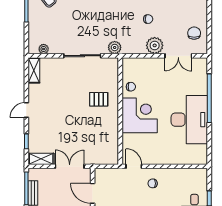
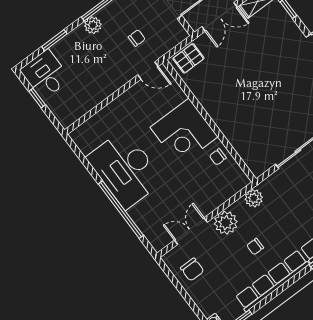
plant: (115, 47) -> (254, 198), moved
pallet: (99, 99) -> (188, 58), moved
chair: (153, 183) -> (137, 38), moved

